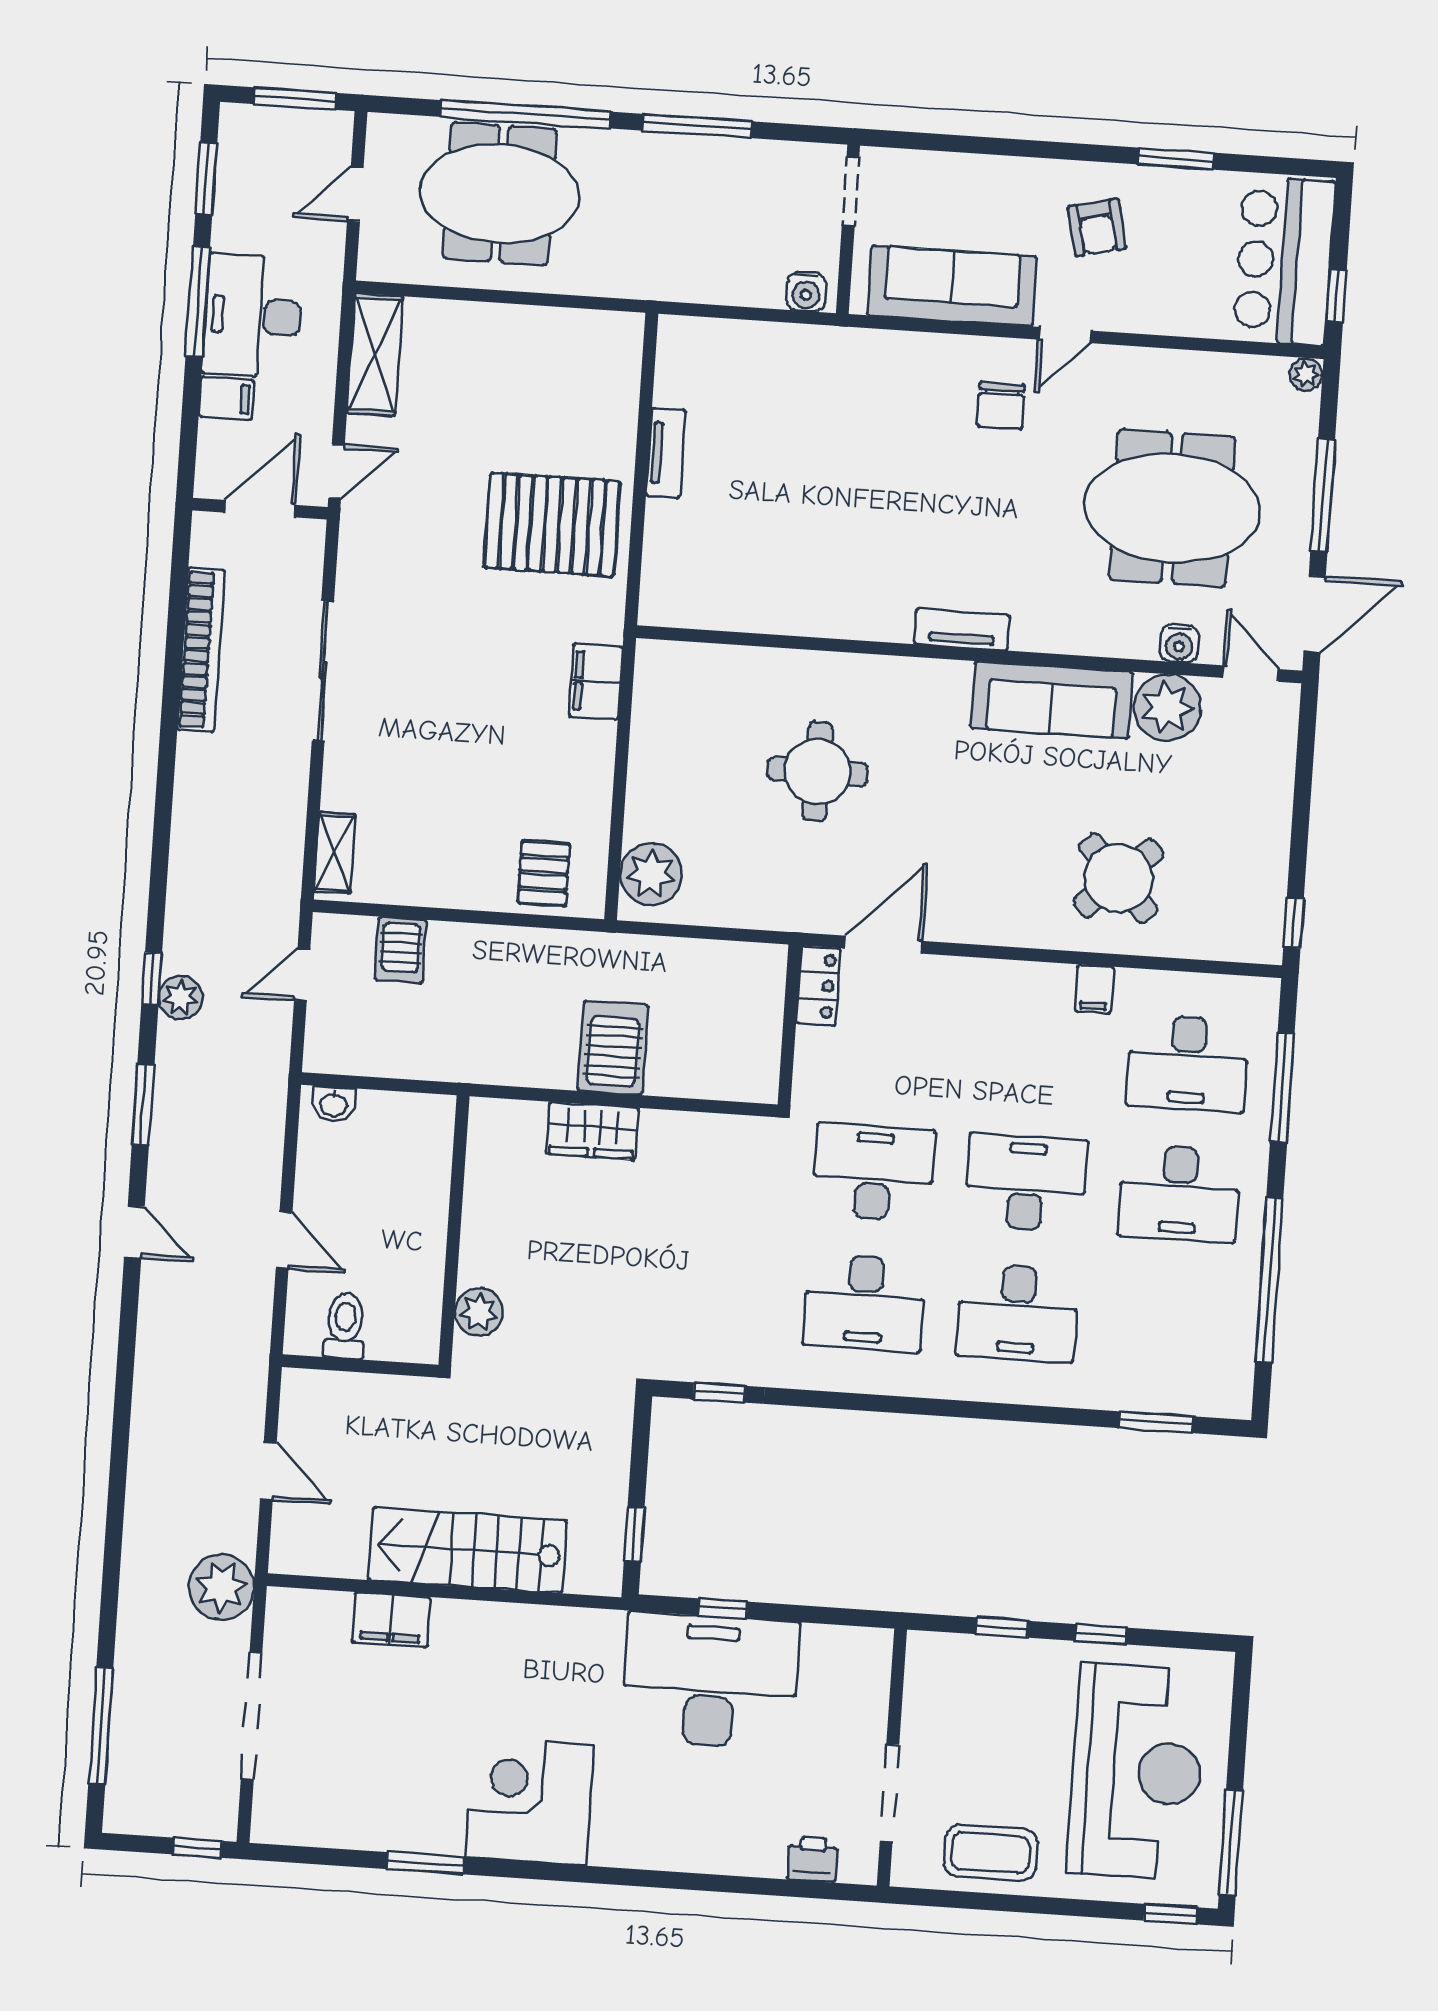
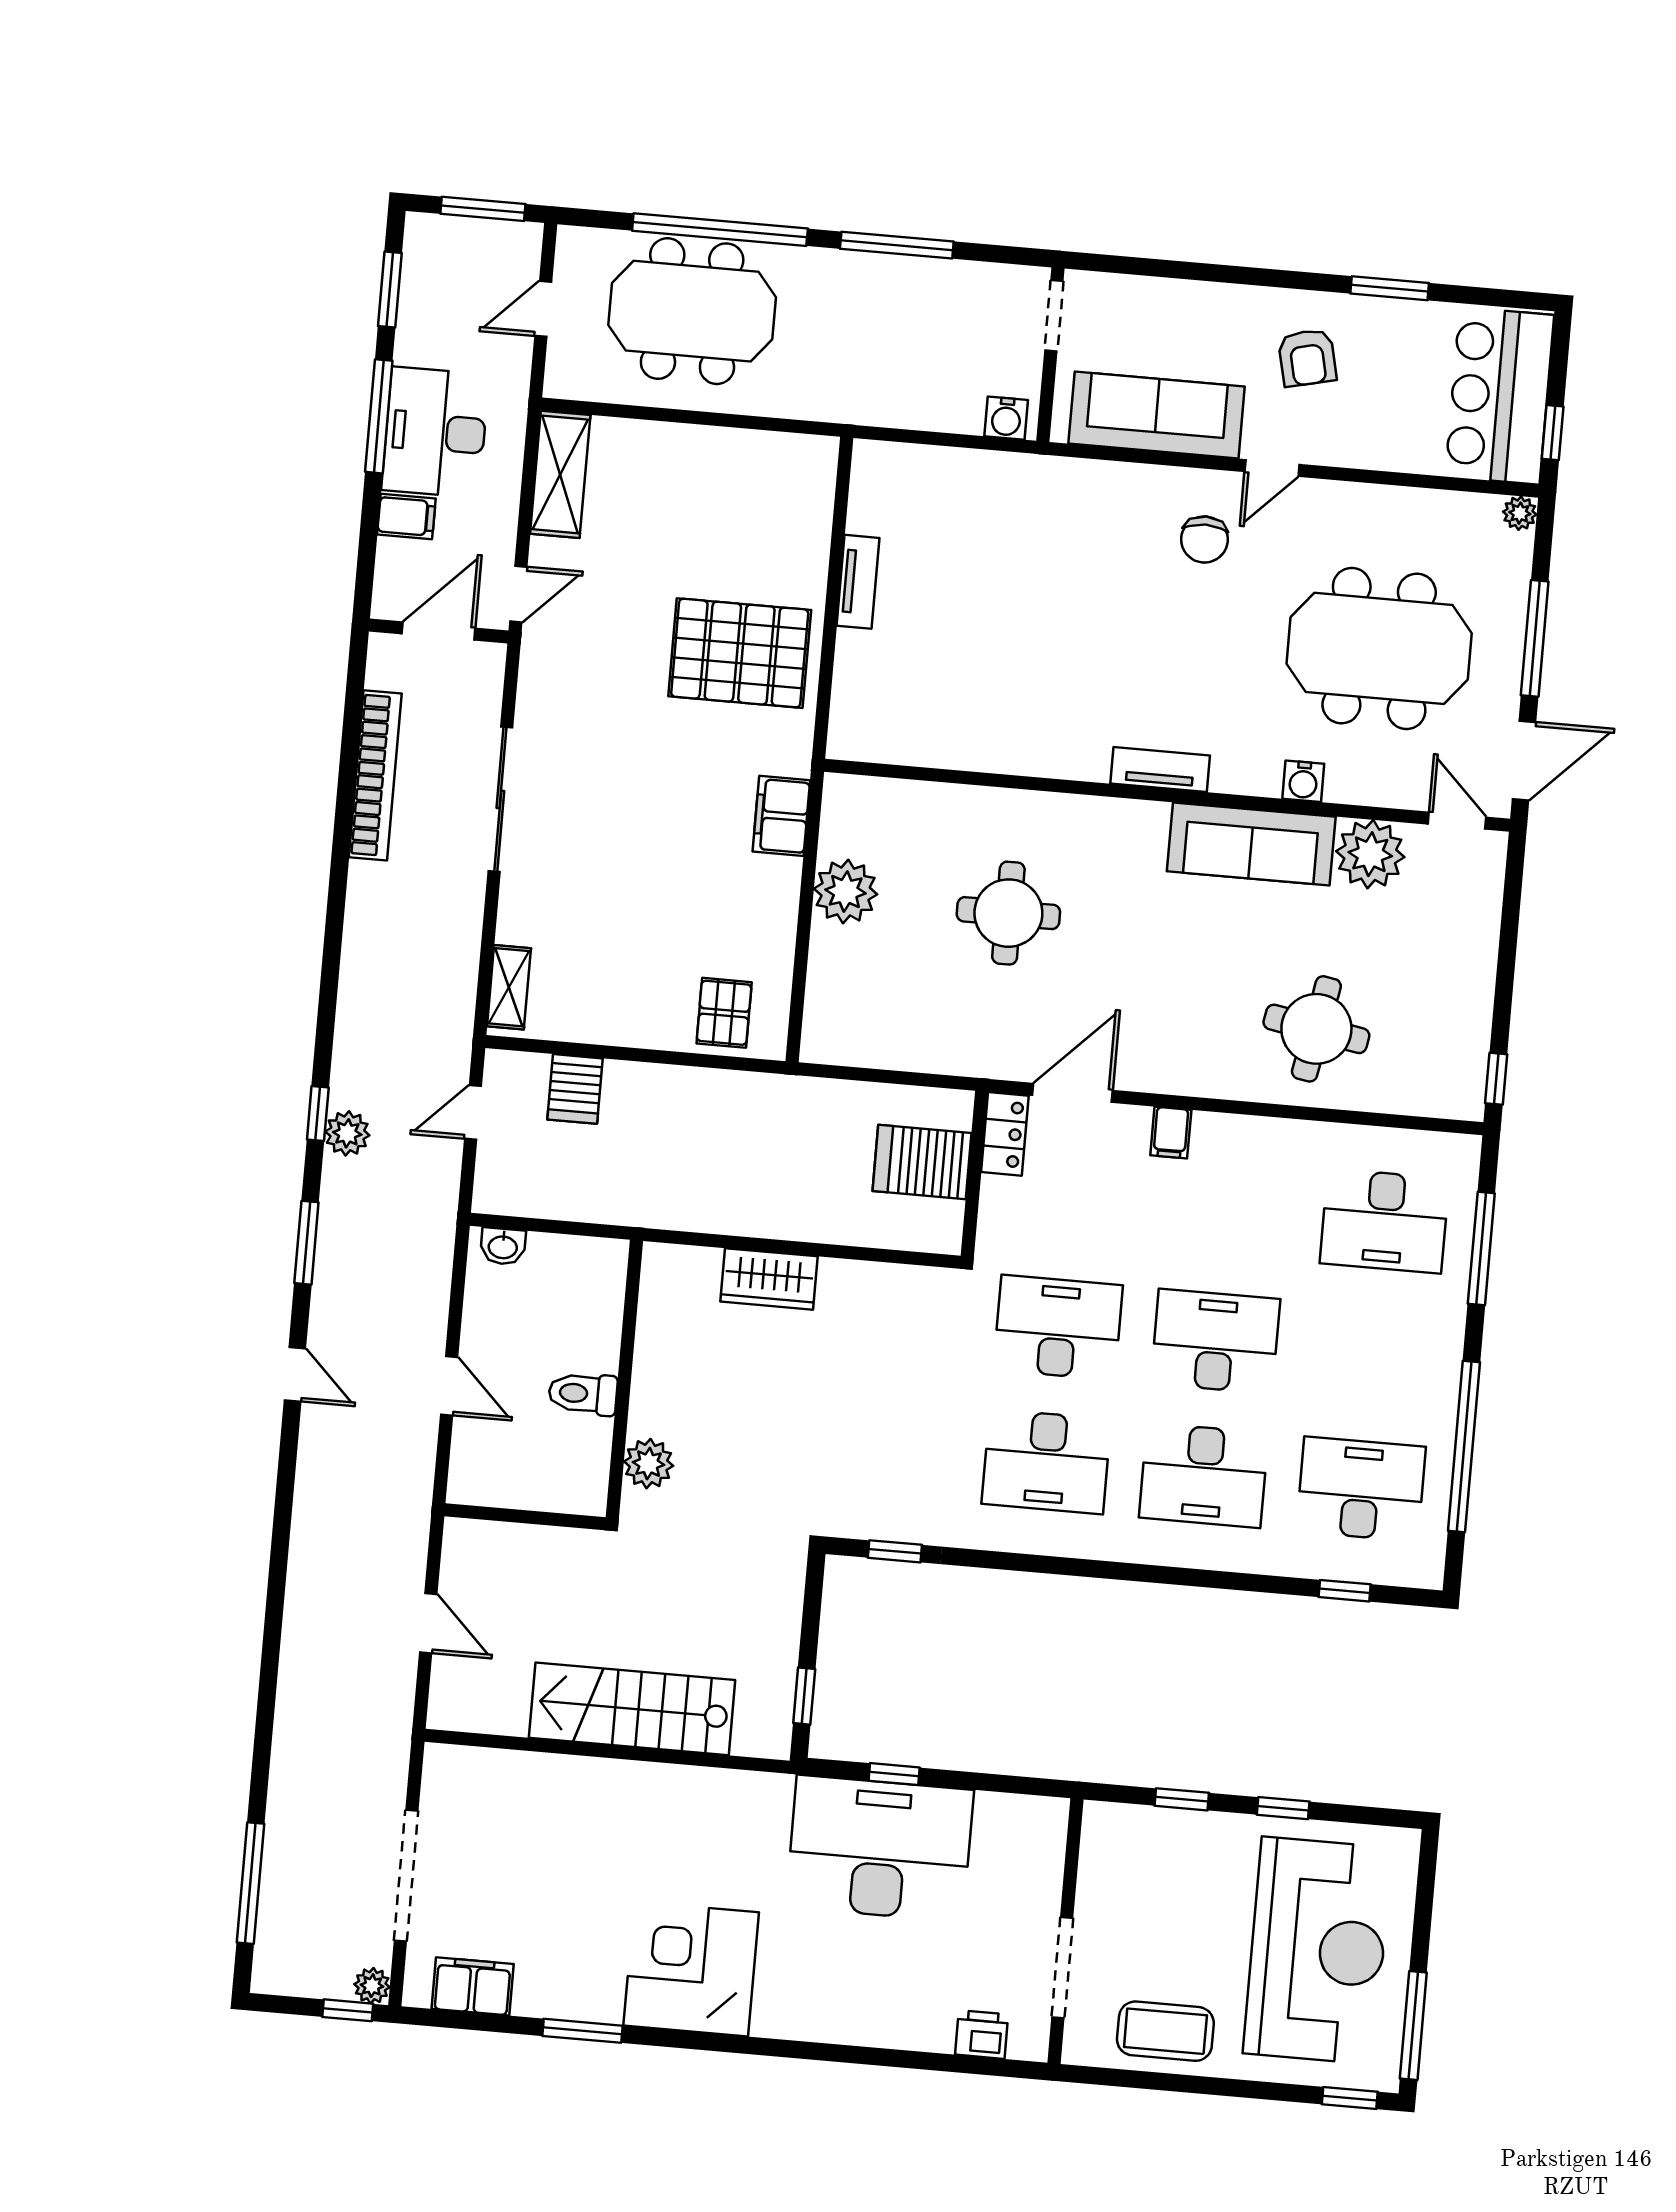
water cooler: (1179, 644) -> (1303, 781), moved
plant: (651, 874) -> (846, 892), moved
round table: (1118, 878) -> (1316, 1029), turned -37
filing cabinet: (1094, 989) -> (1171, 1133), moved
server rack: (613, 1048) -> (922, 1162), moved, turned -90
desk: (1179, 1193) -> (1361, 1489), moved, turned 180
toilet: (345, 1326) -> (583, 1394), moved, turned -90
window: (1156, 1422) -> (1345, 1591), width x0.67
plant: (221, 1587) -> (372, 1986), moved, width x0.53, depth x0.53
filing cabinet: (391, 1620) -> (473, 1986), moved, turned 180

